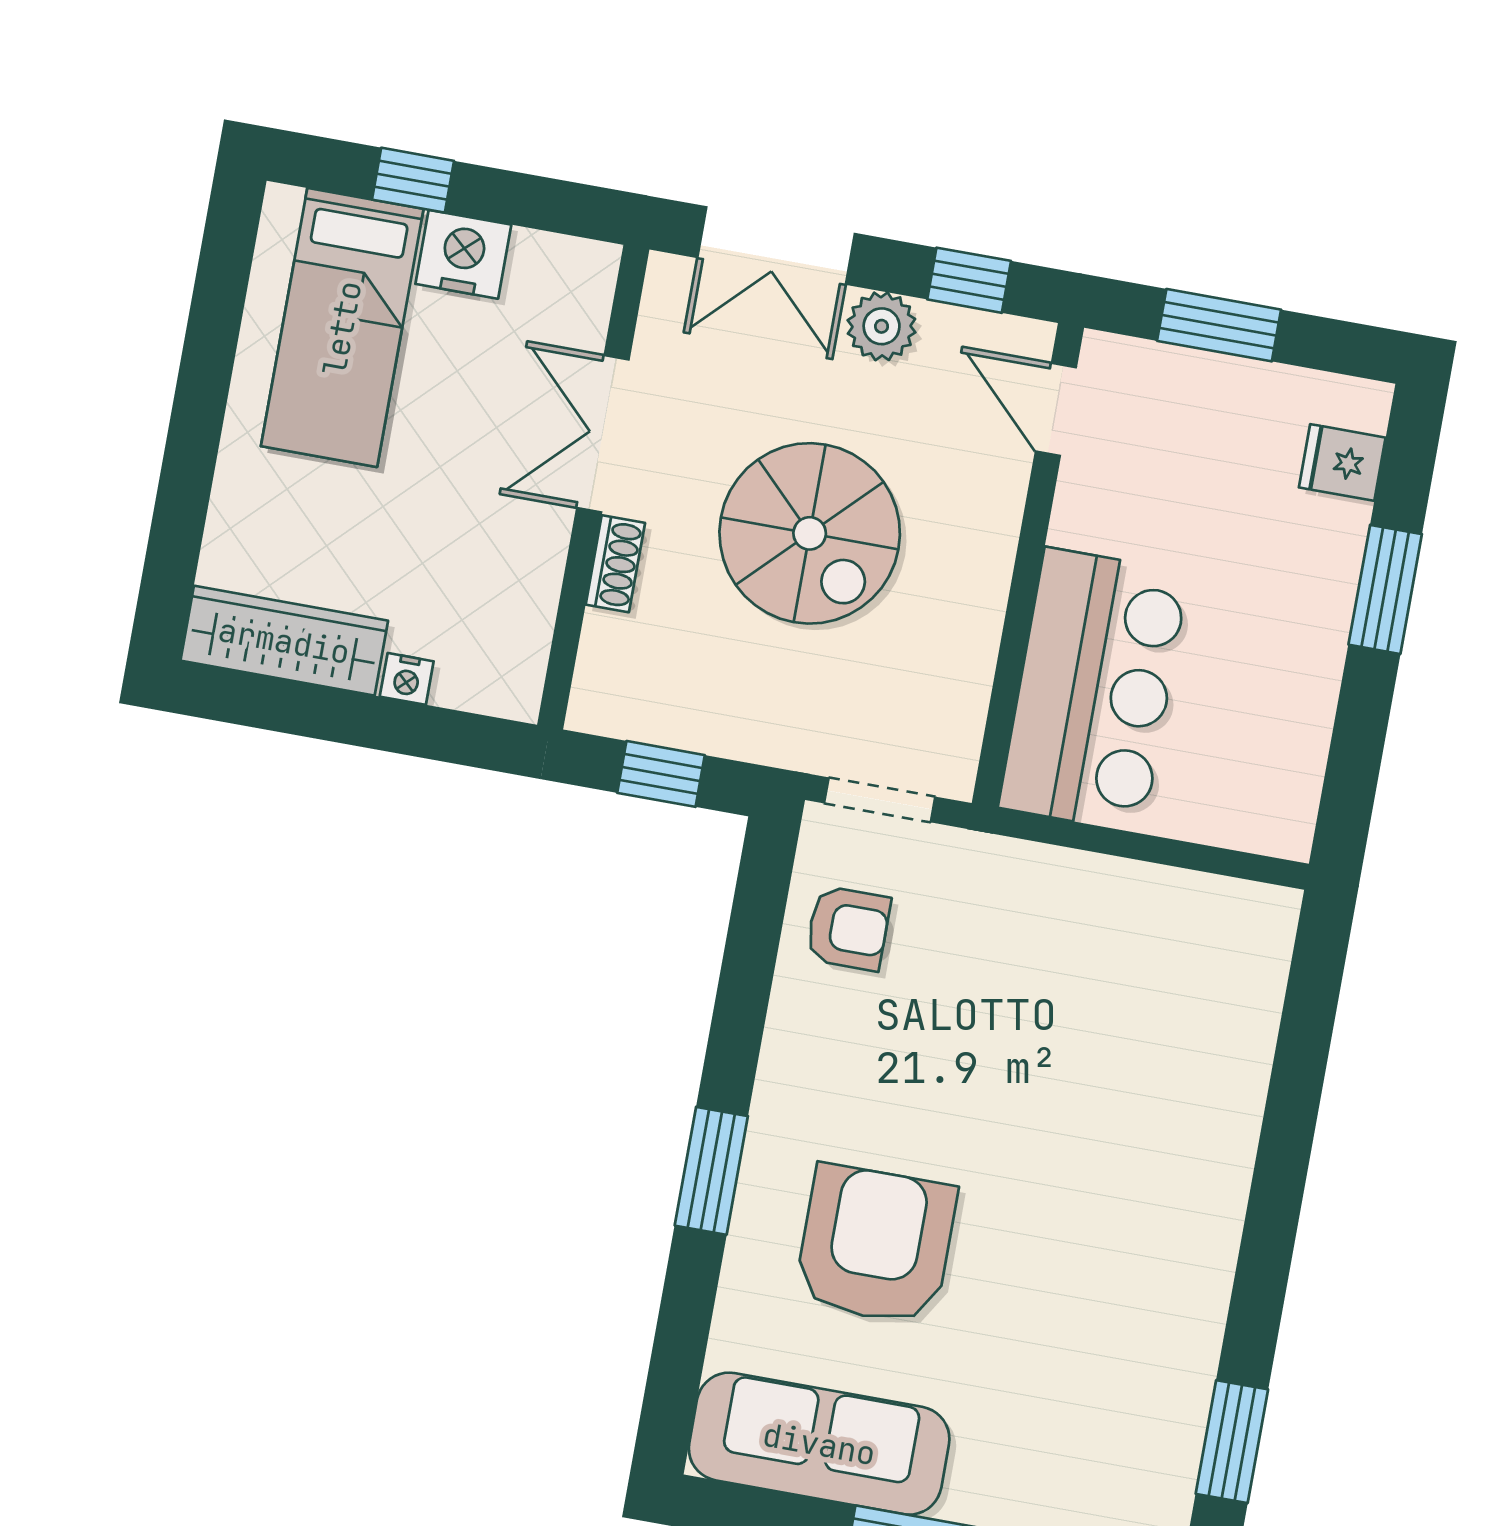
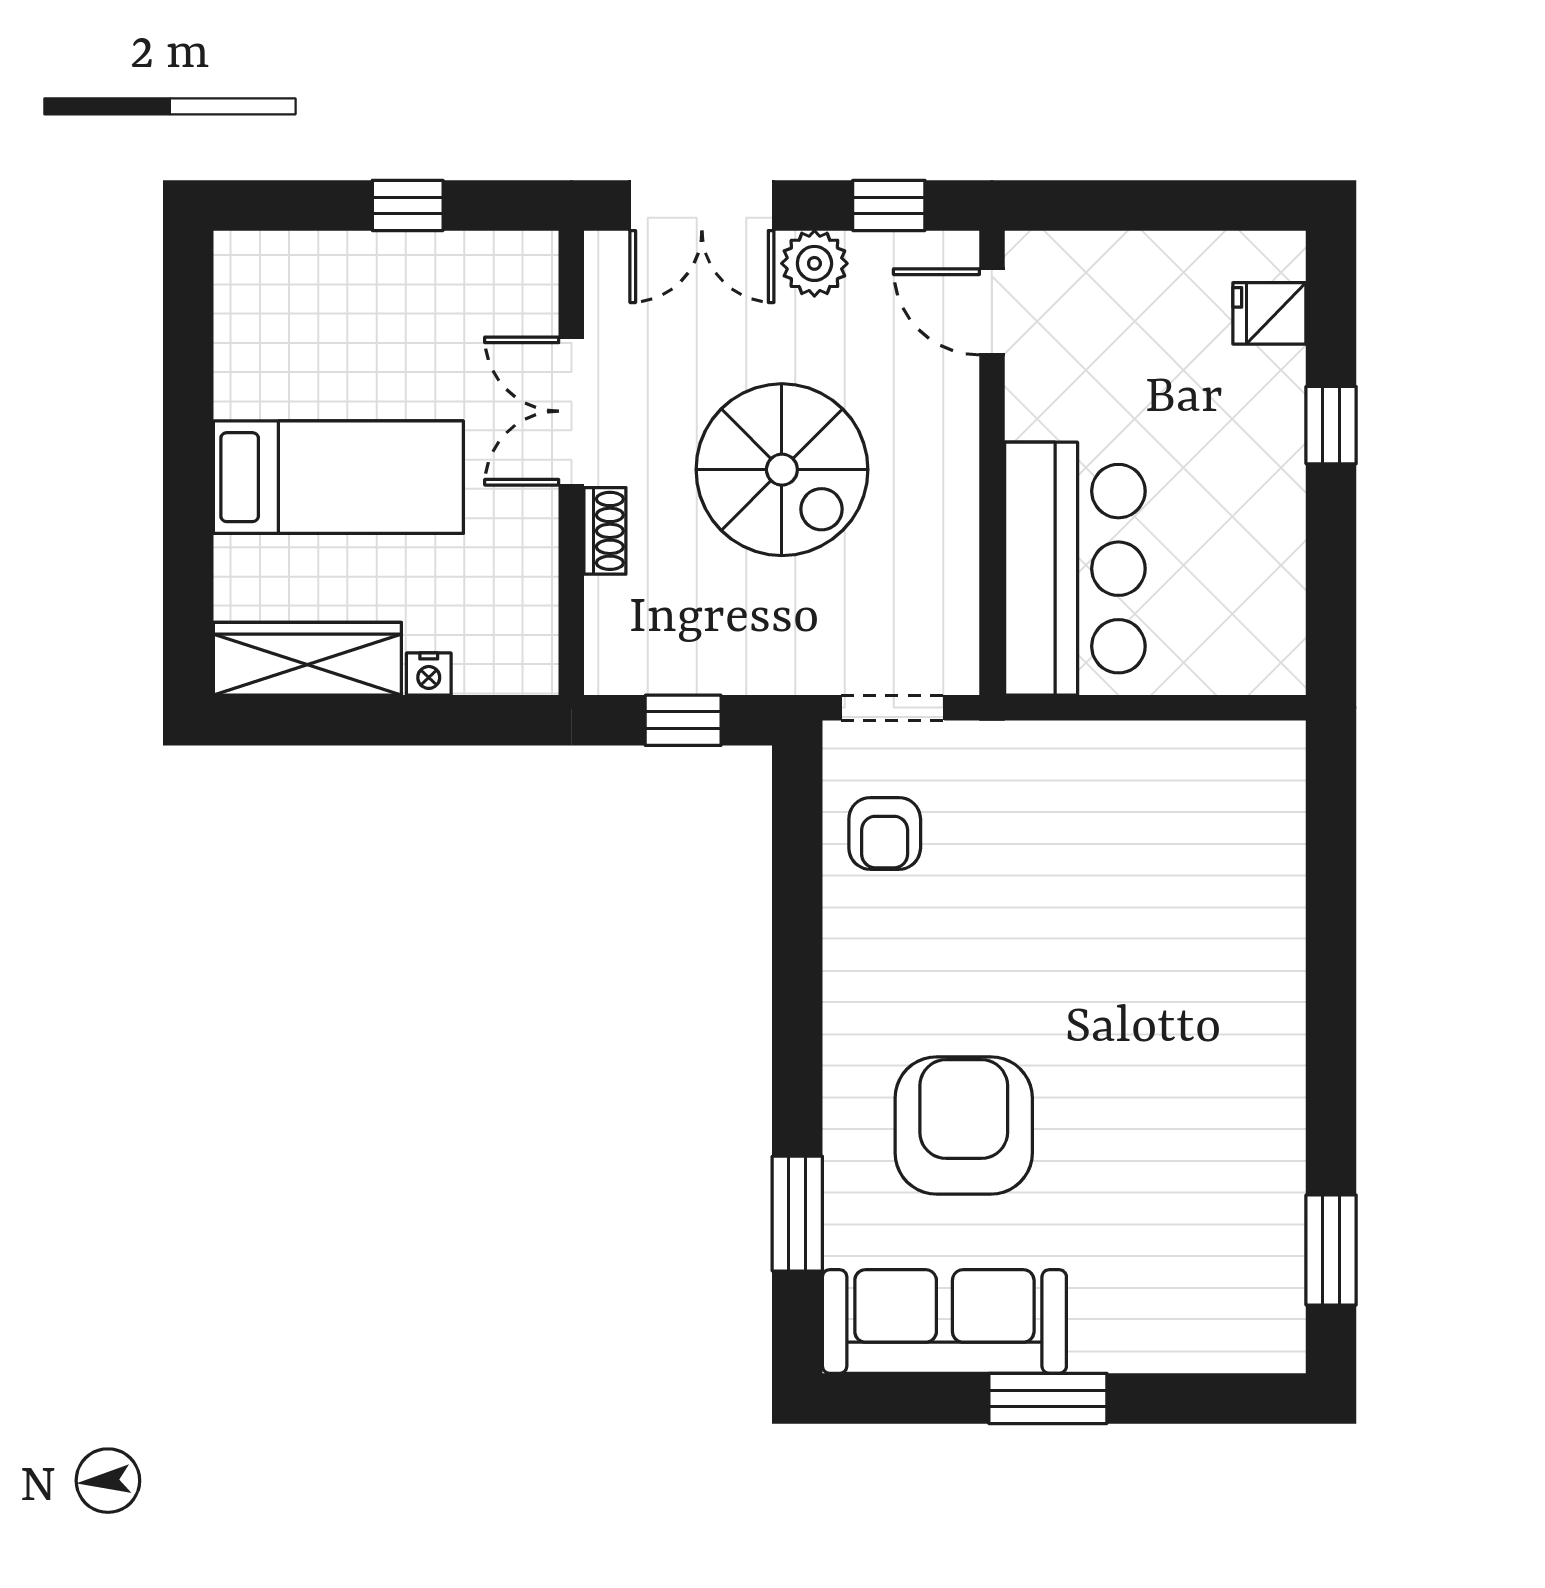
window: (413, 180) -> (408, 205), moved
nightstand: (463, 254) -> (410, 266), removed
window: (1219, 325) -> (1131, 205), removed
bed: (342, 328) -> (338, 477), moved, turned -90
window: (1385, 589) -> (1331, 425), width x0.67
armchair: (848, 928) -> (885, 833), turned 90
window: (711, 1171) -> (797, 1214), moved

